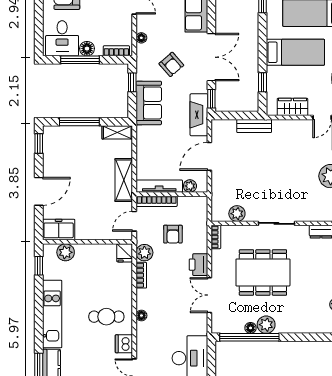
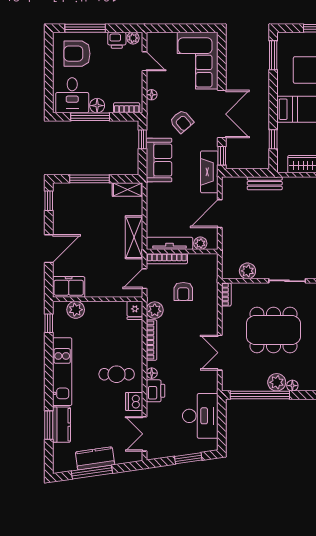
printer: (198, 265) -> (155, 391), moved, turned 180
bookcase: (141, 275) -> (152, 340), width x1.56
floor lamp: (250, 328) -> (292, 386), moved

